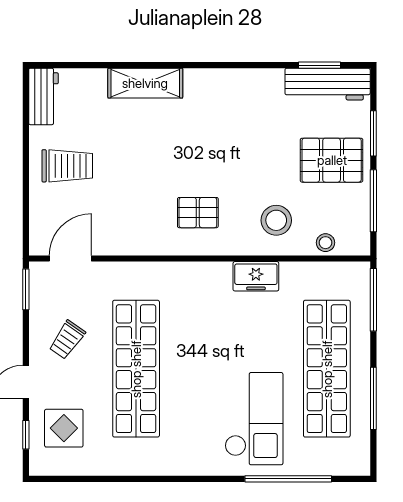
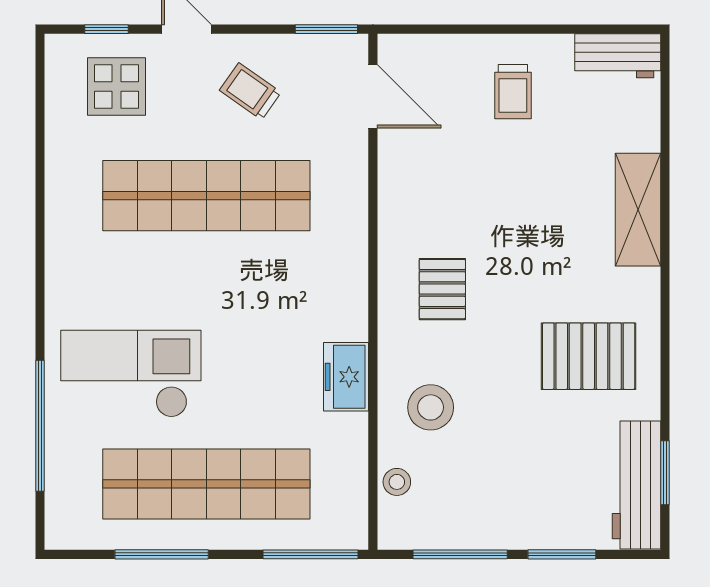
pallet: (332, 160) -> (589, 356), moved, turned 90
trolley: (67, 166) -> (513, 92), width x0.73, depth x0.72
checkout: (254, 419) -> (131, 374), turned 180

